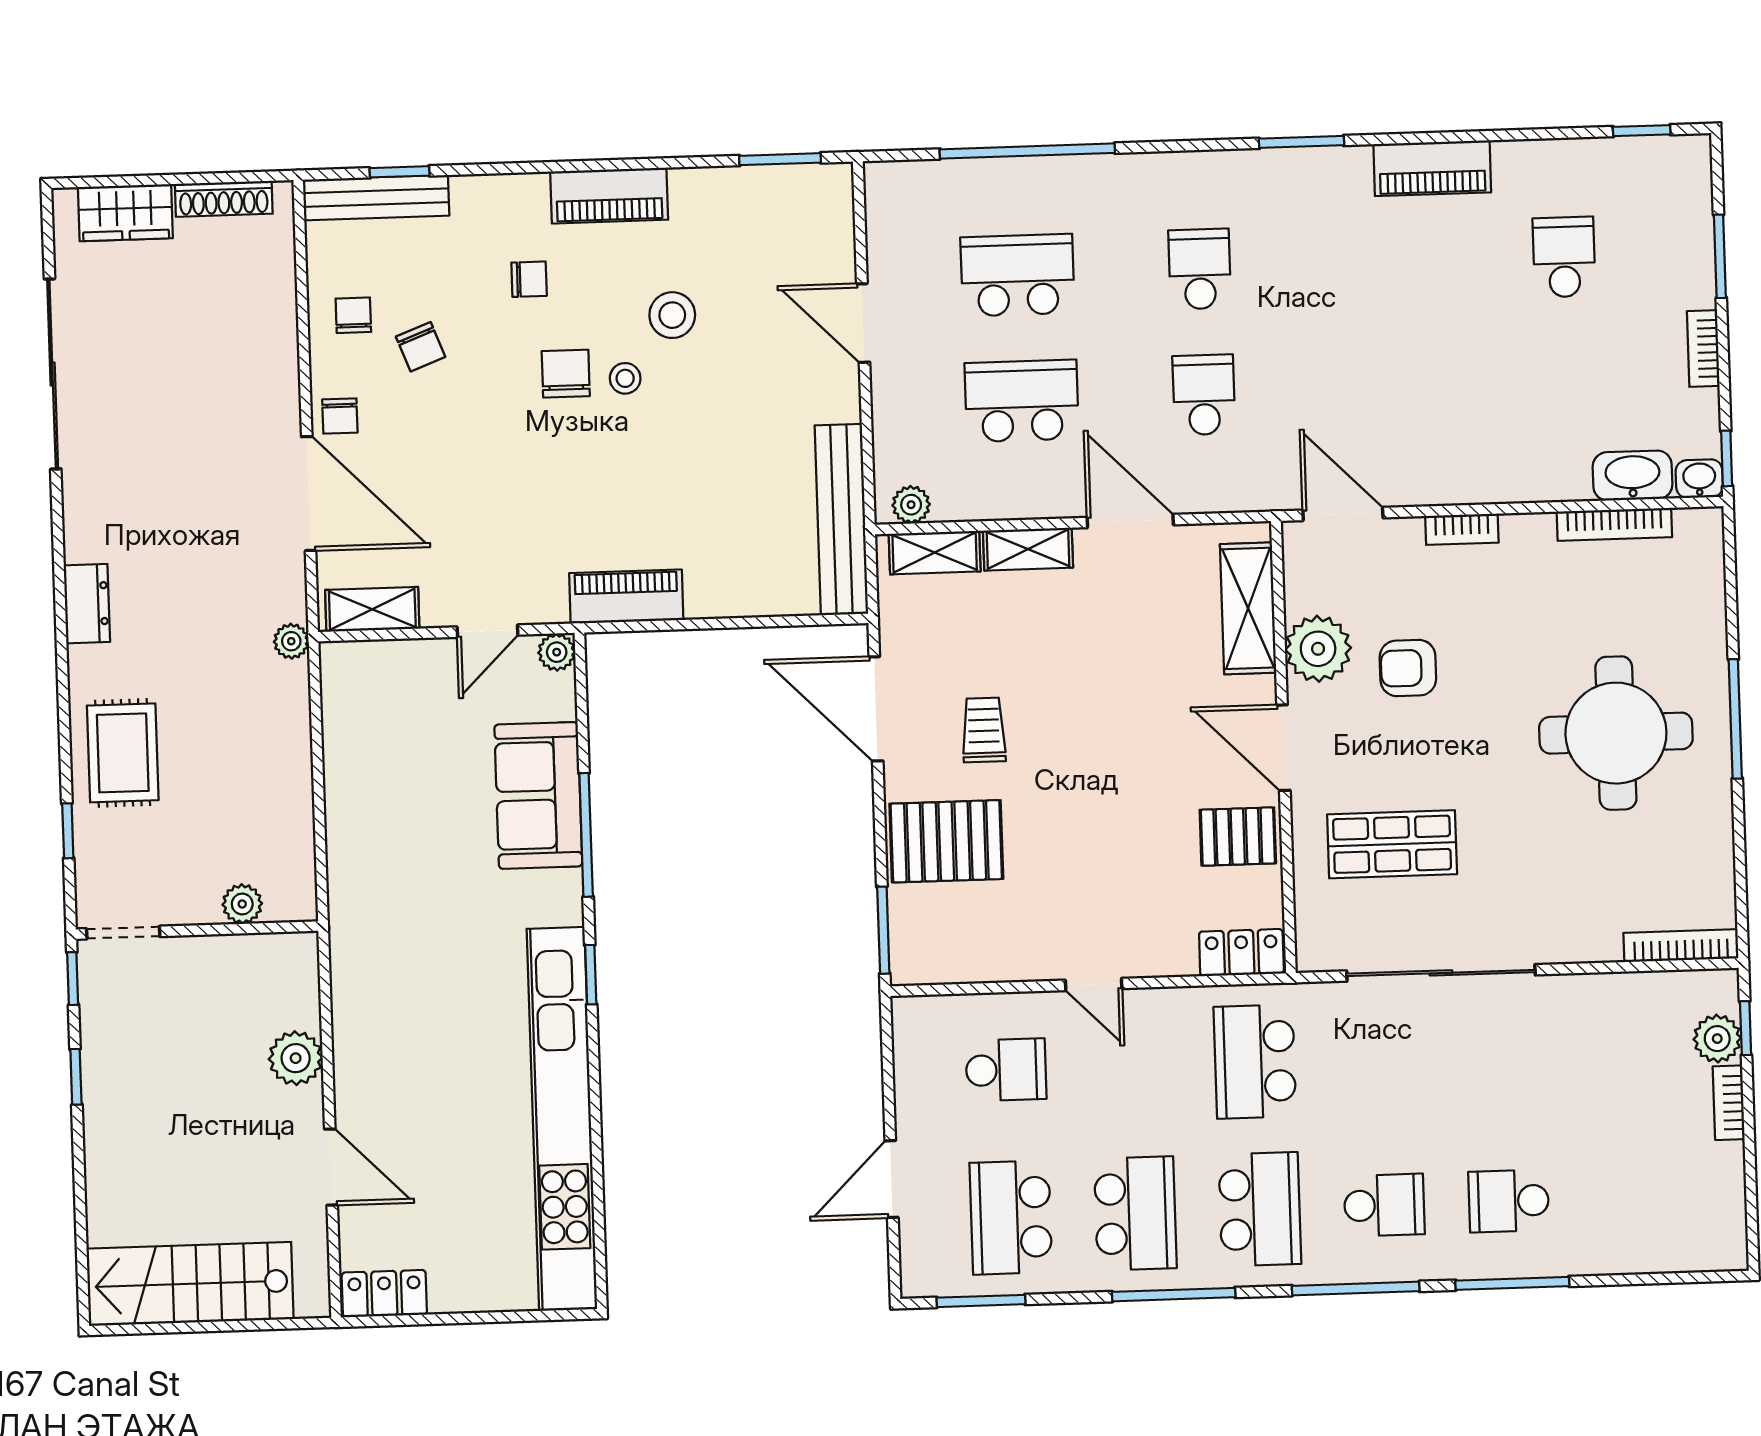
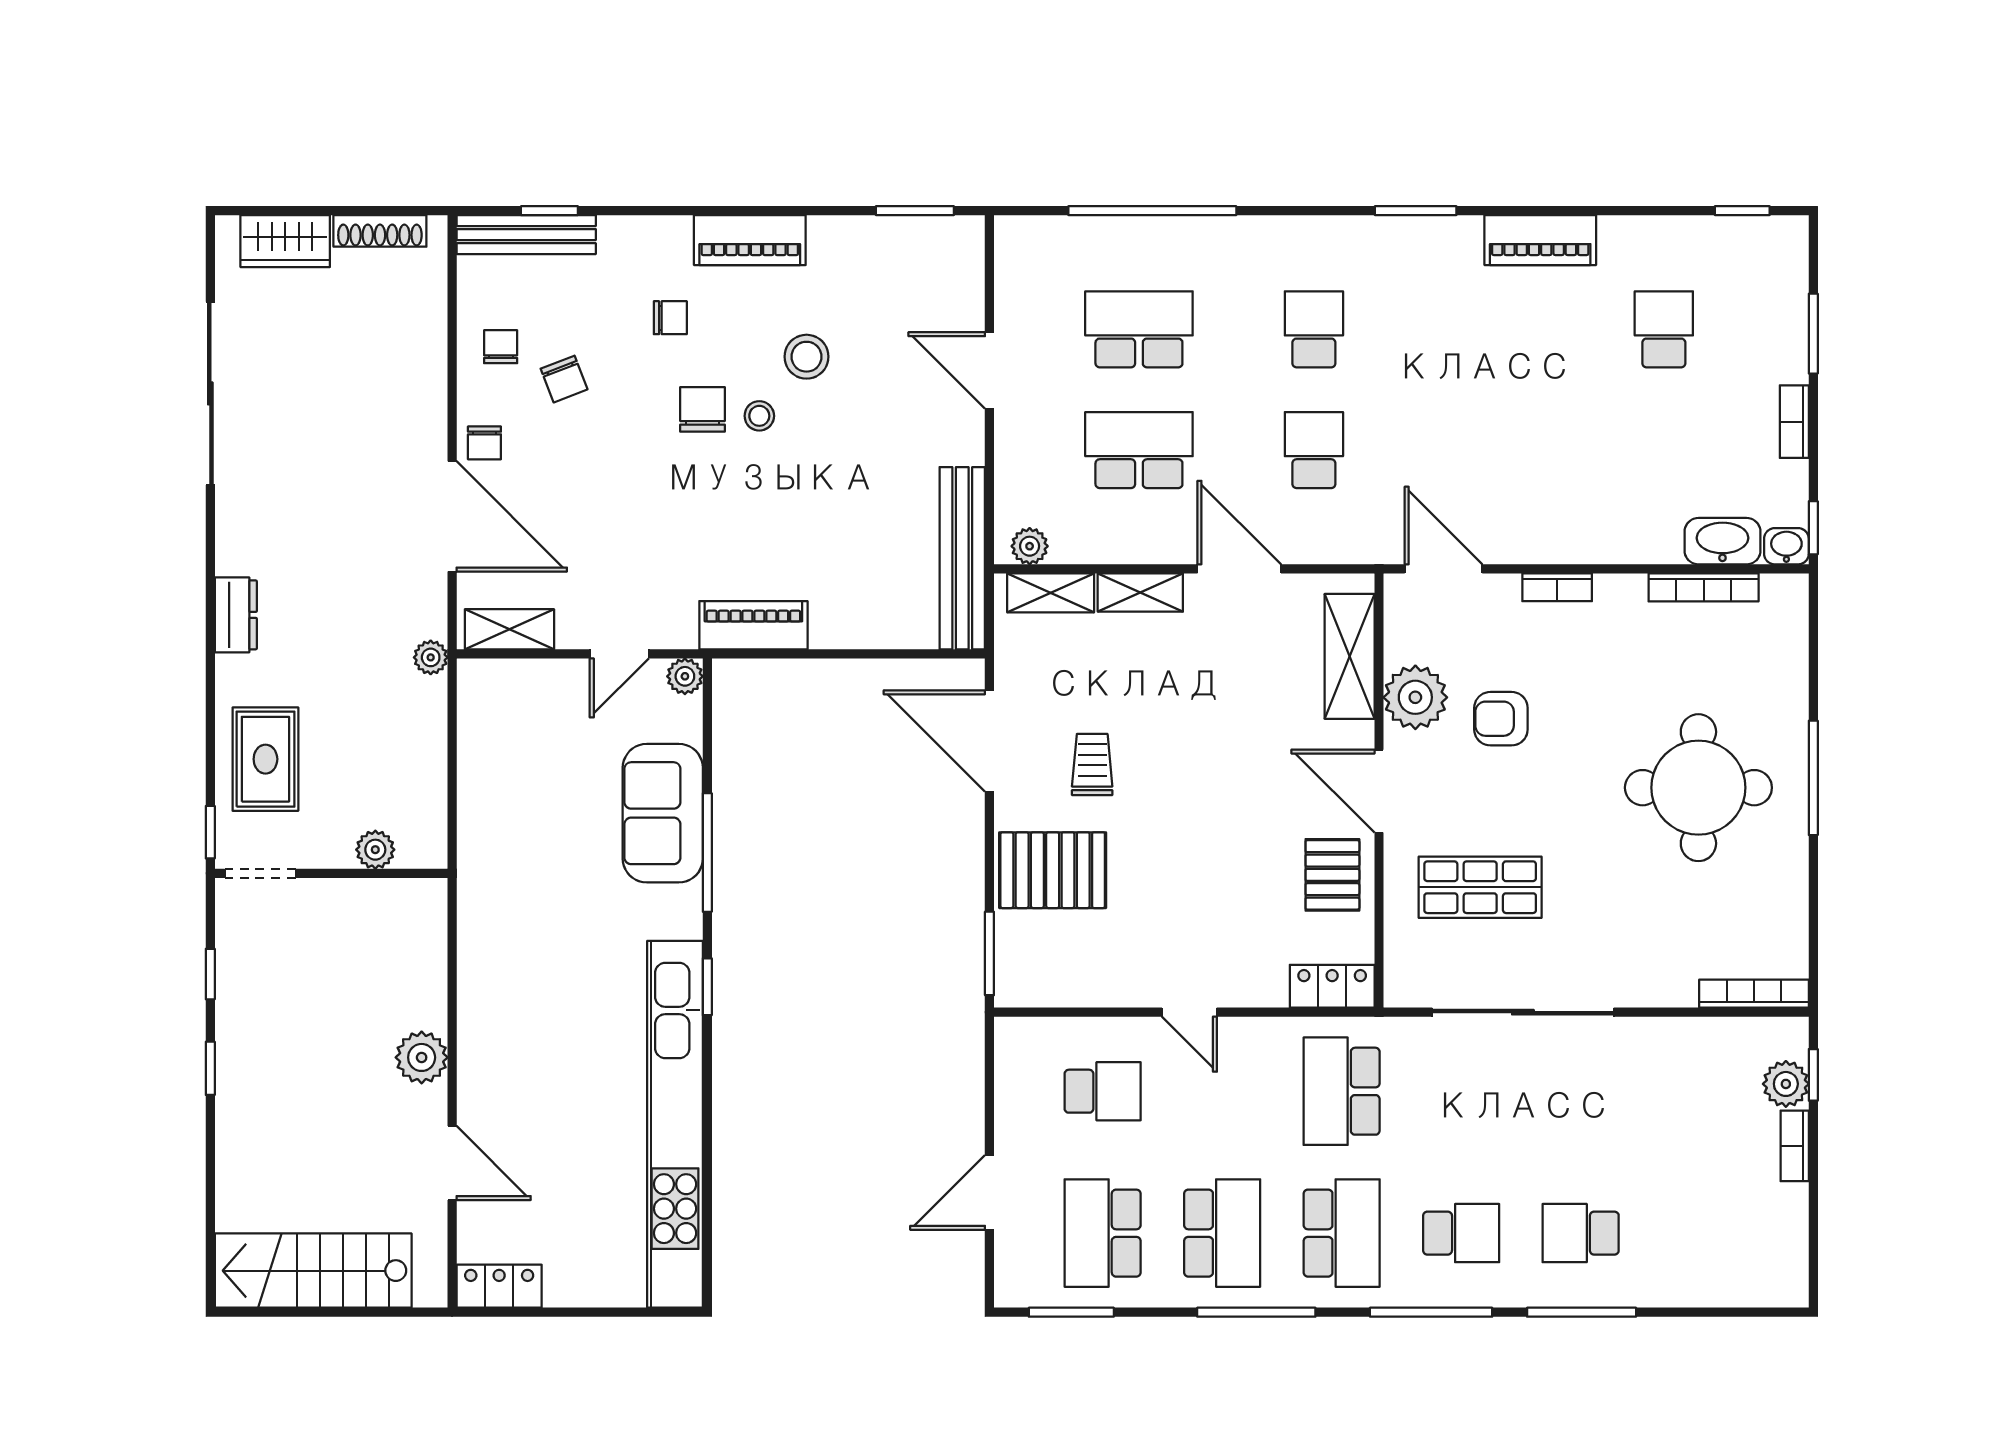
pallet: (1238, 837) -> (1332, 875), turned 90
plant: (242, 904) -> (375, 850), moved
wall: (197, 930) -> (331, 873), moved
doorway: (123, 933) -> (260, 873), moved

